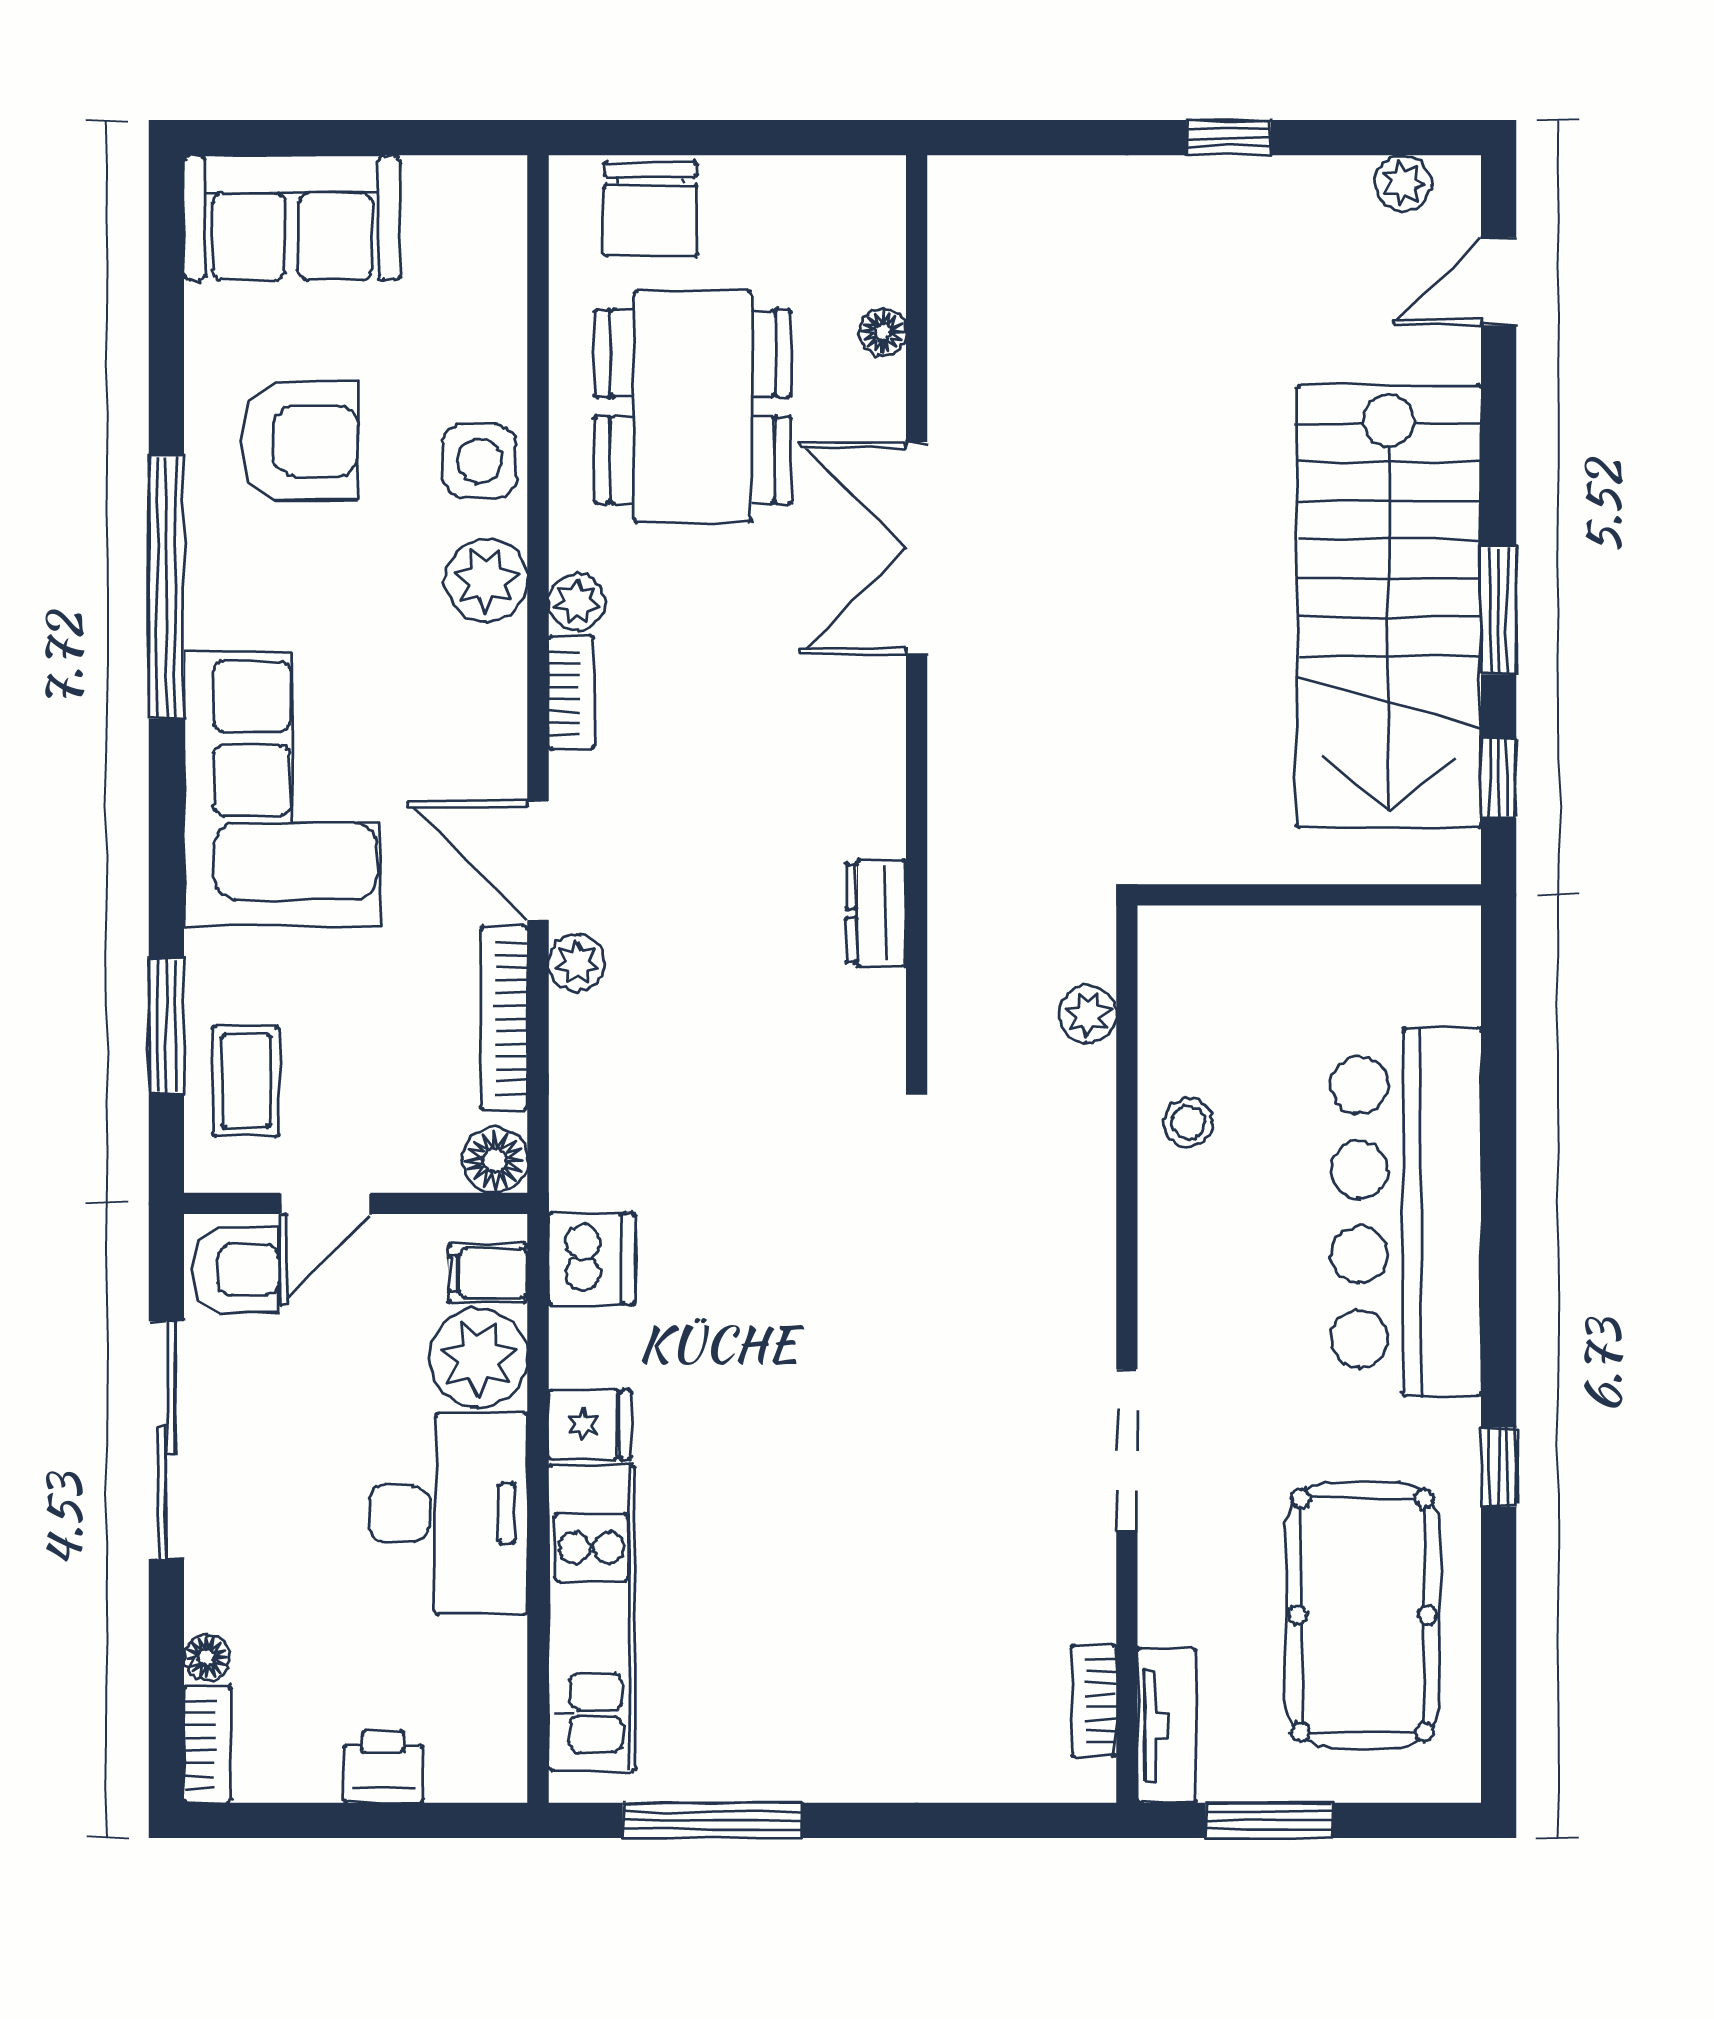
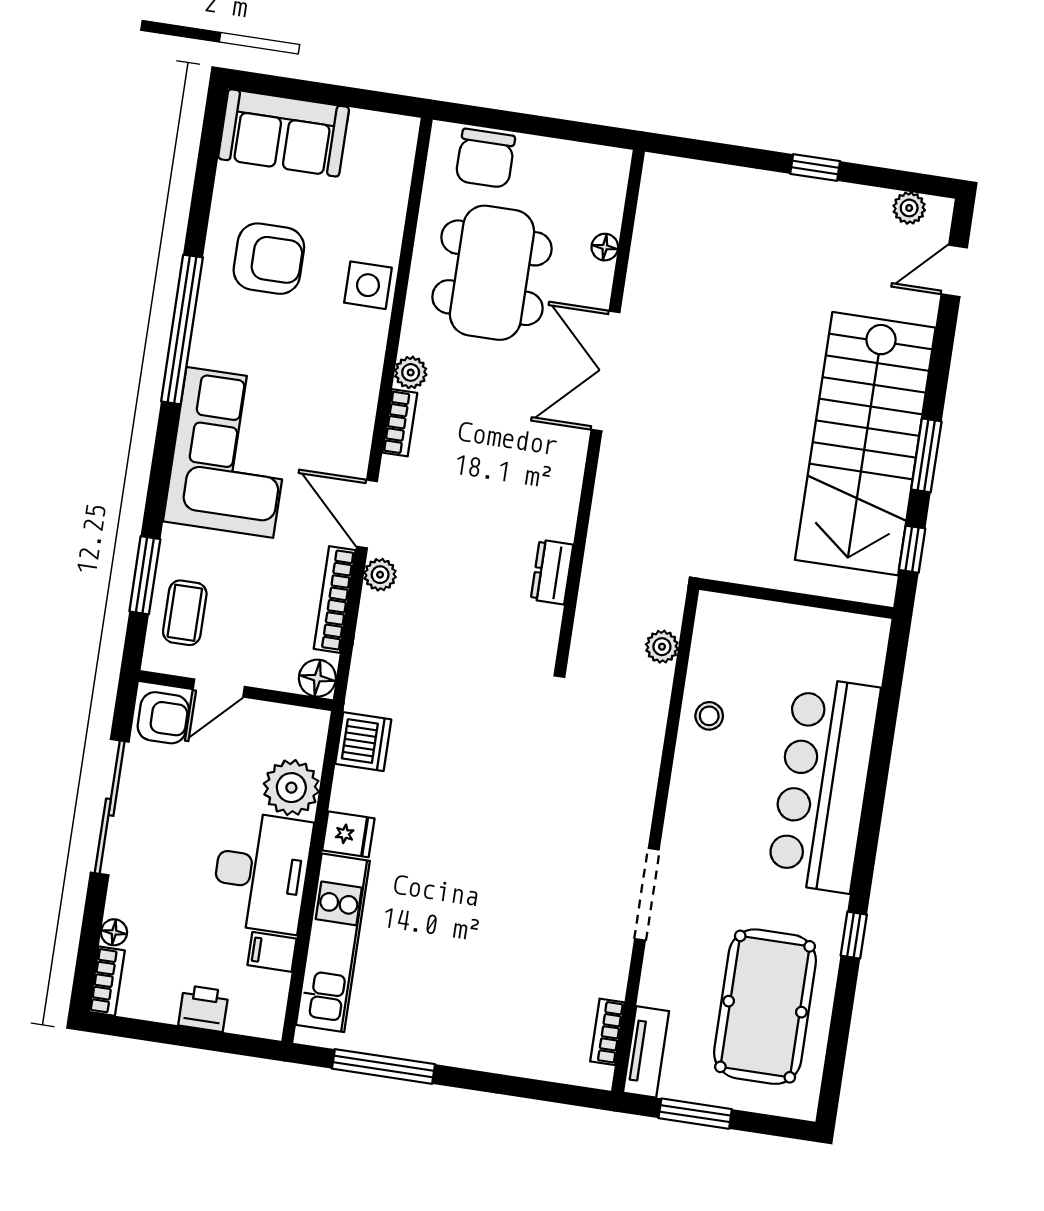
plant: (486, 580) -> (362, 353), removed
filing cabinet: (488, 1273) -> (272, 952), moved

